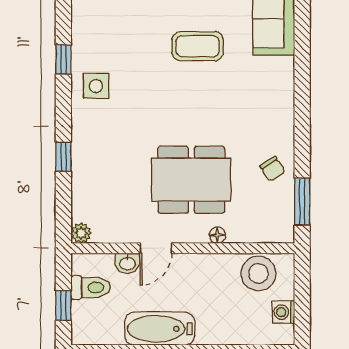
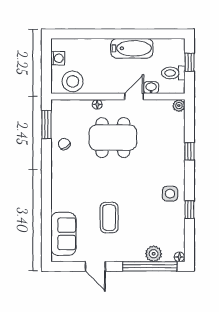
coffee table: (198, 46) -> (109, 218), turned 90

